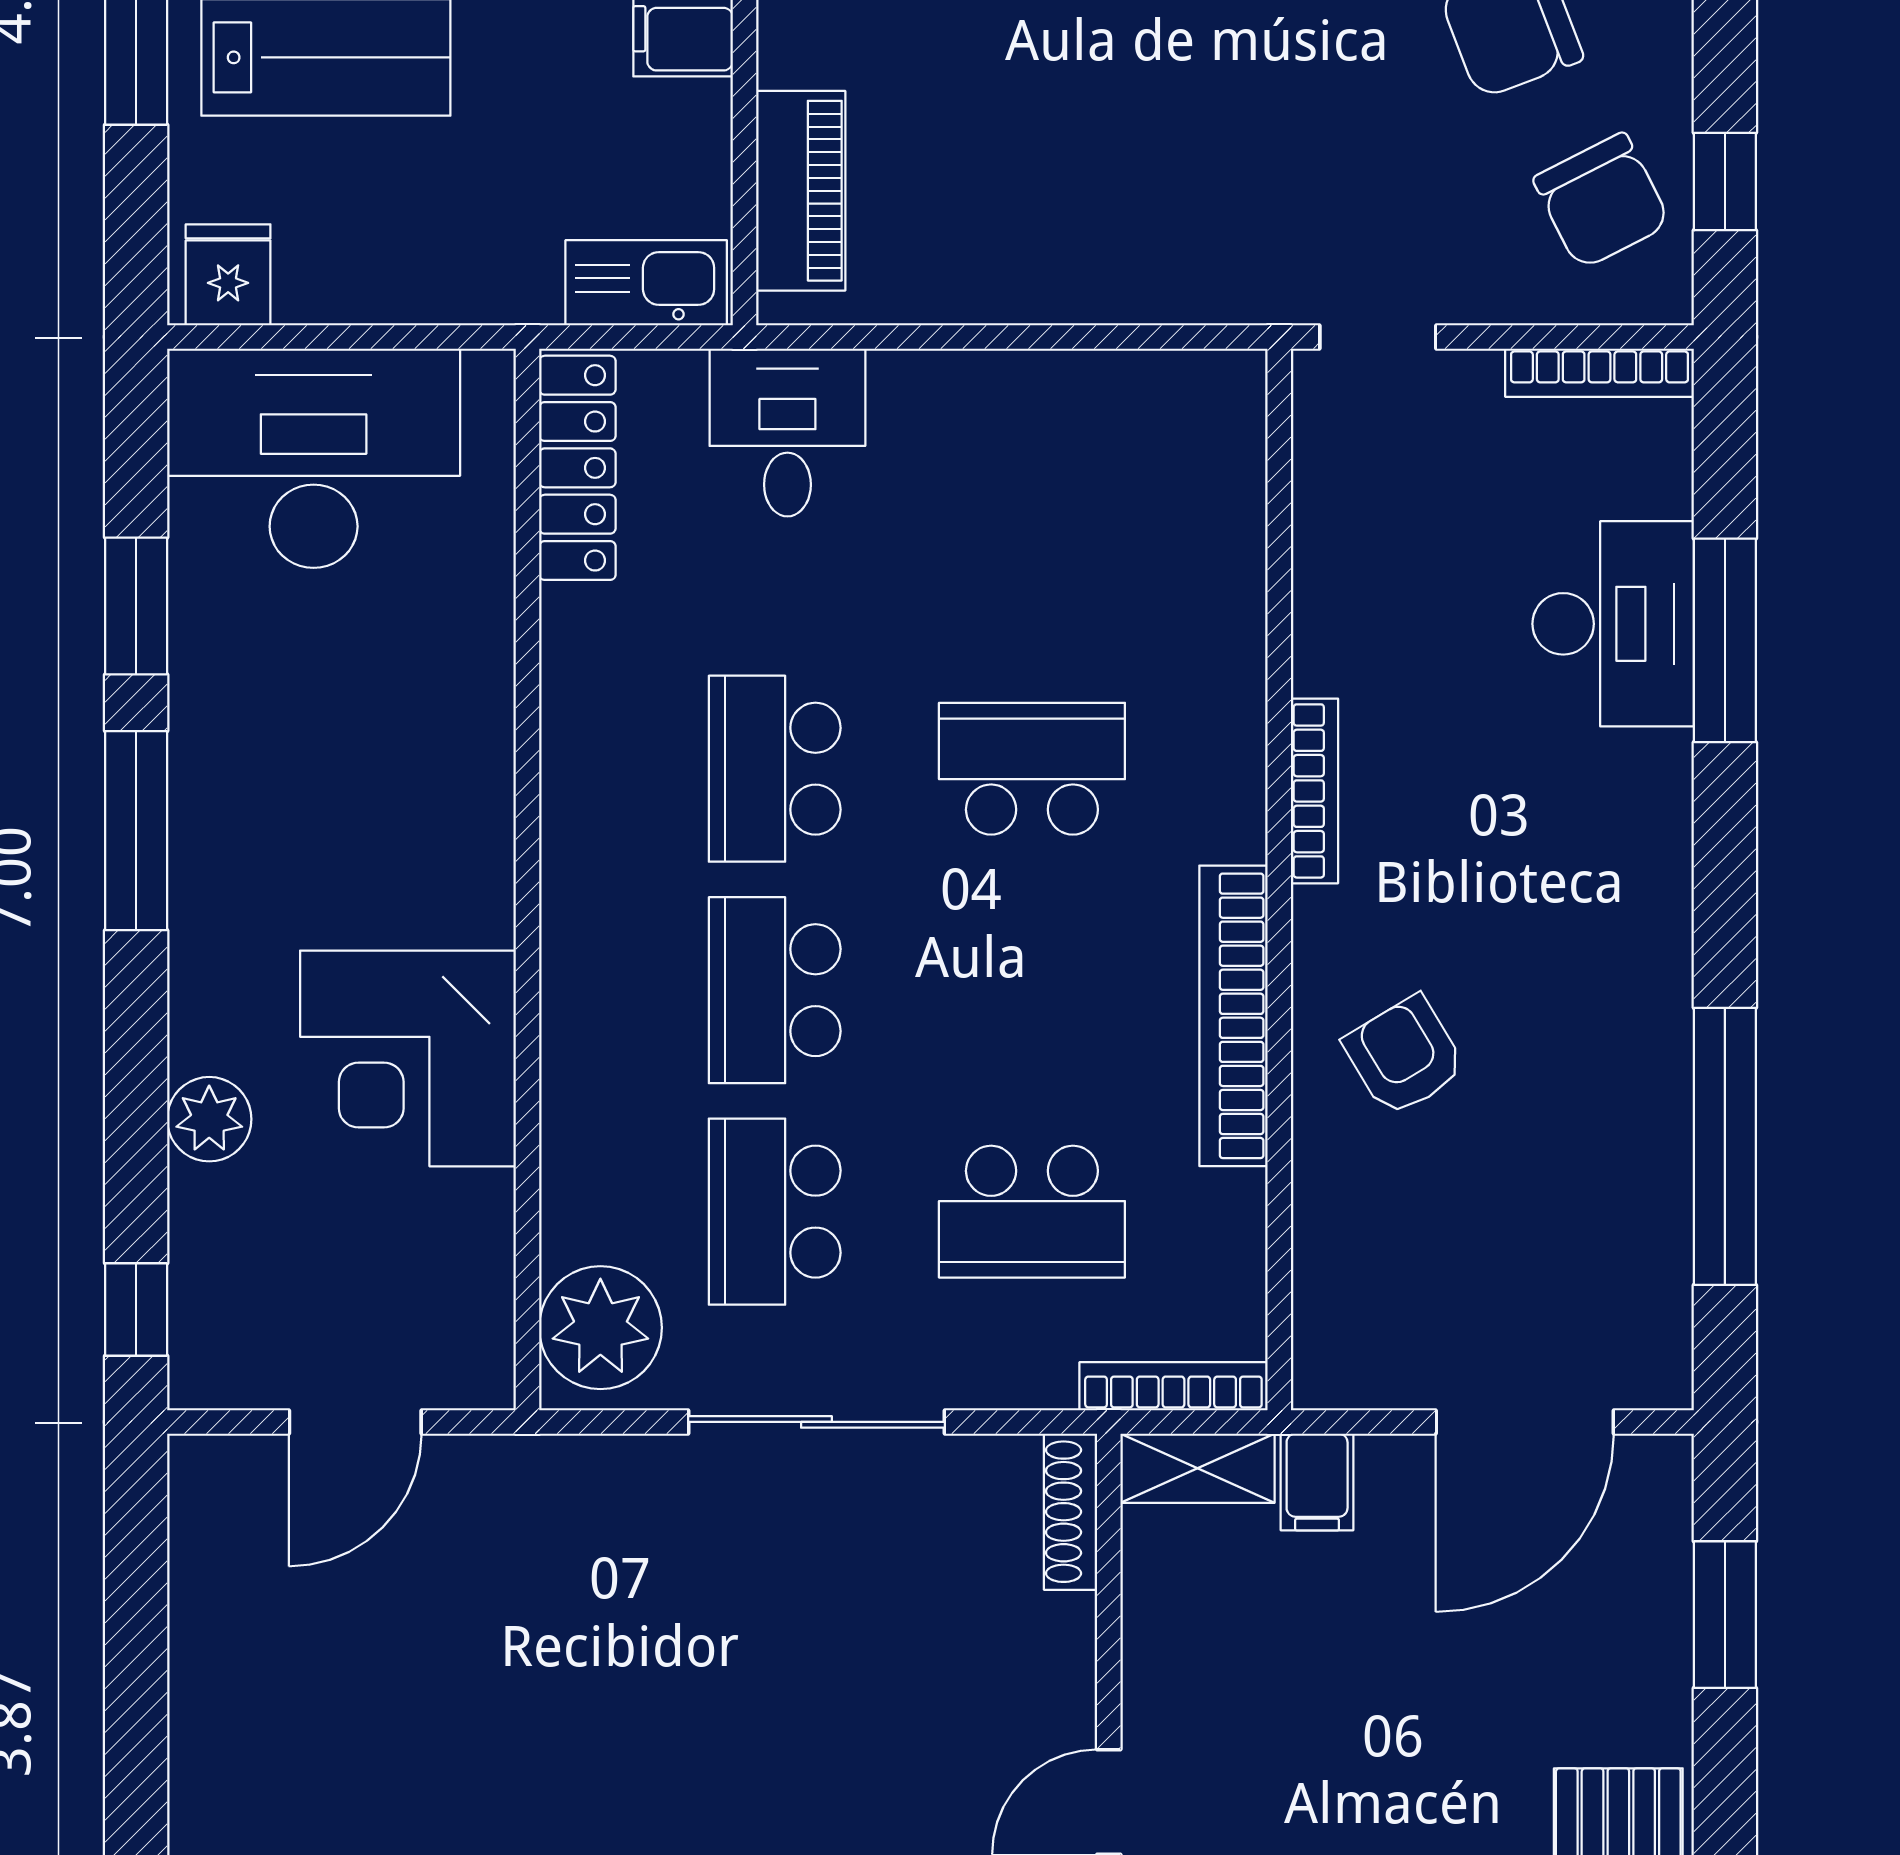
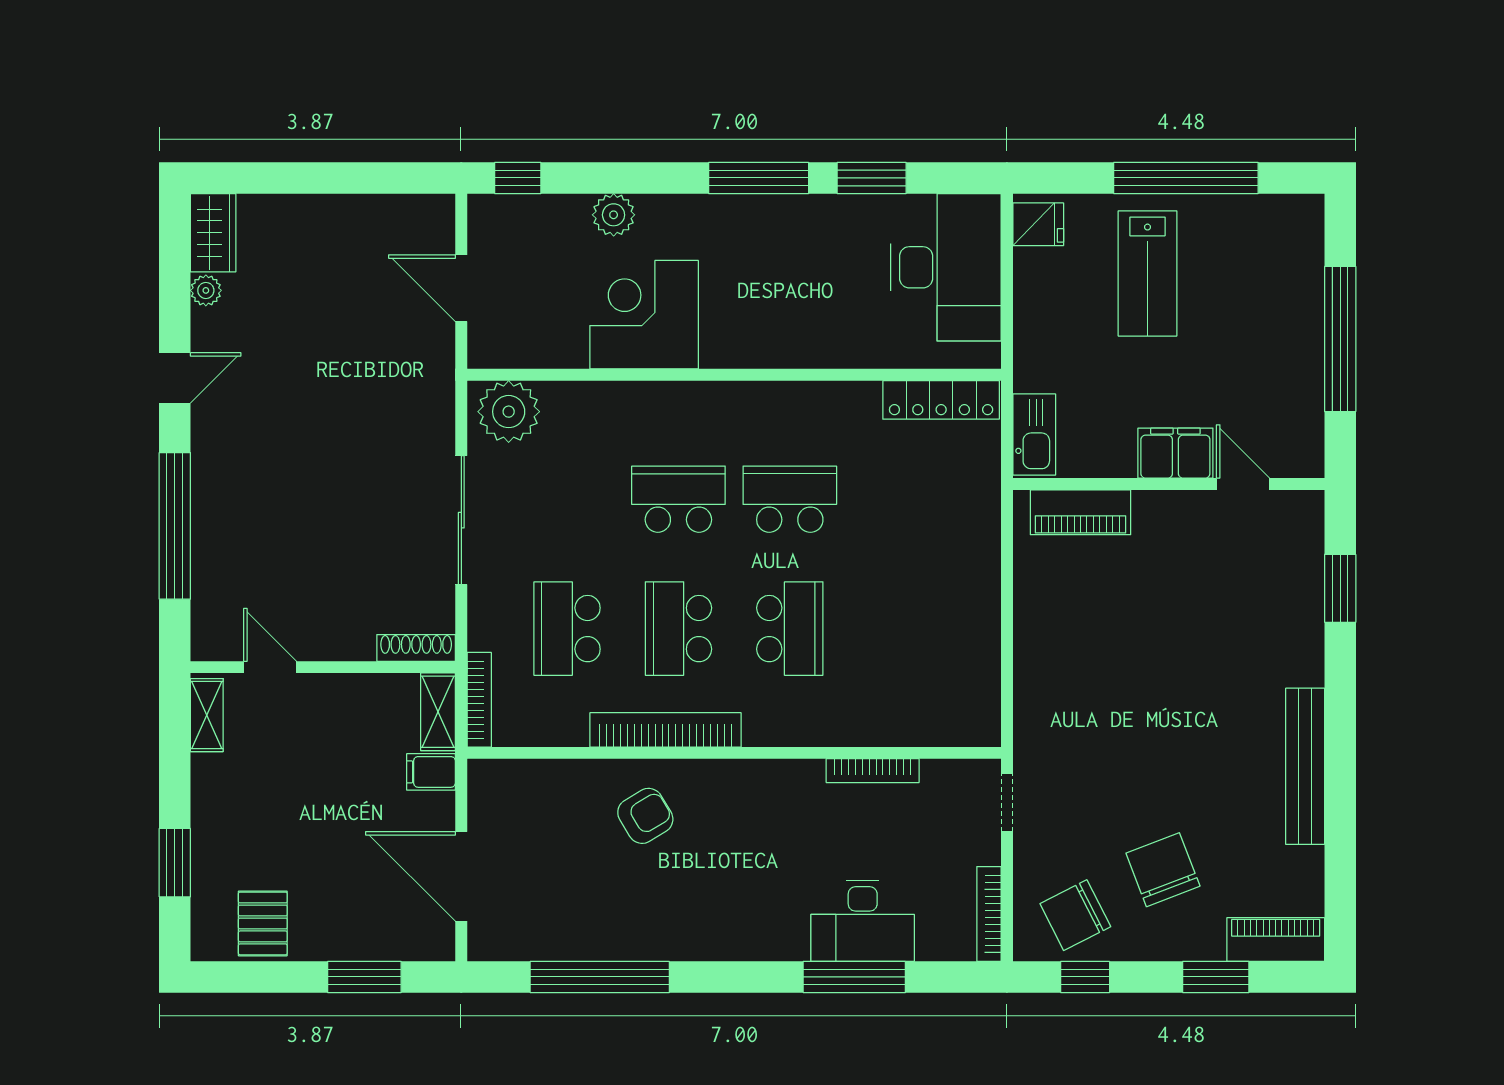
desk: (787, 432) -> (959, 506), removed
bookcase: (1314, 791) -> (873, 771), moved
school desk: (775, 1212) -> (678, 629), moved, turned -90

